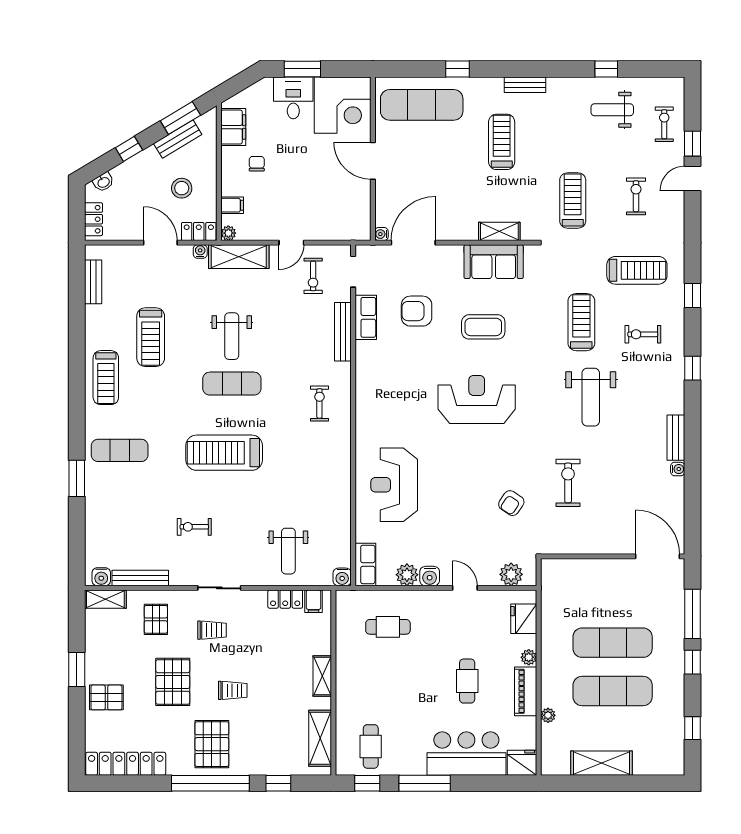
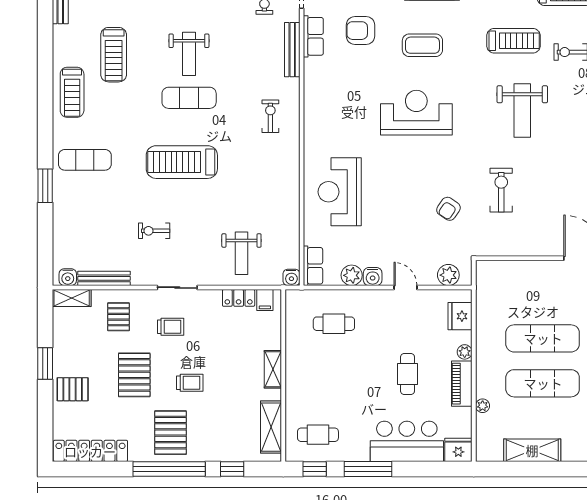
treadmill: (581, 322) -> (514, 41), turned 90
cafe table: (371, 746) -> (318, 435), turned 90

